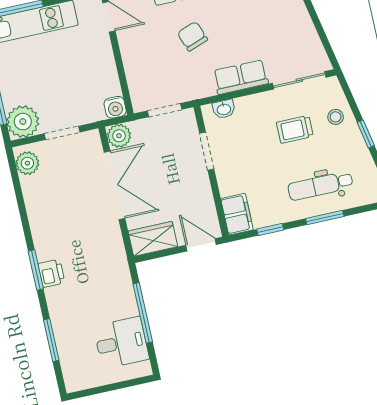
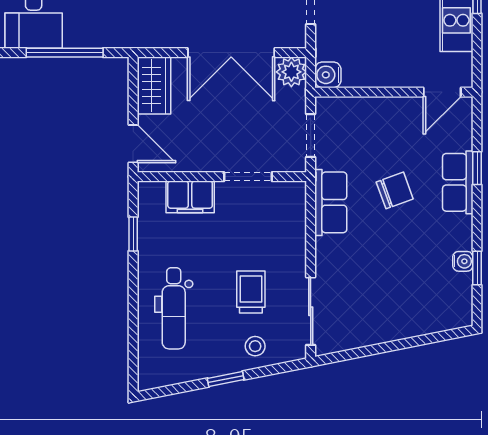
row of seats: (241, 77) -> (331, 202), moved
washbasin: (224, 109) -> (296, 210), removed
dental chair: (320, 186) -> (174, 308), turned 180
filing cabinet: (237, 214) -> (190, 197), moved
window: (325, 217) -> (133, 305), removed
door: (201, 245) -> (133, 144), hinge flipped

